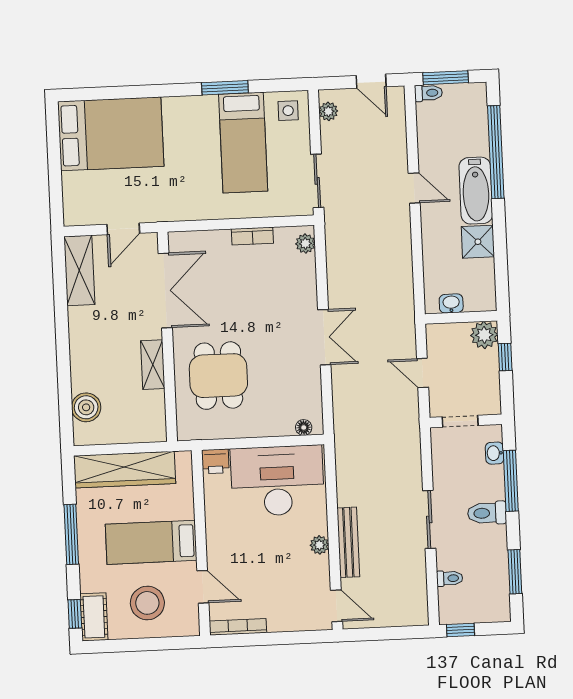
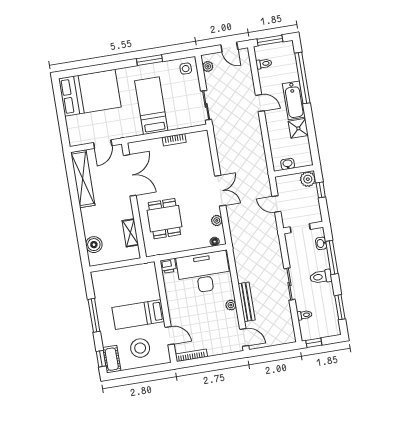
toilet: (428, 93) -> (264, 64), moved
bed: (243, 143) -> (151, 106), moved, turned 180
plant: (305, 244) -> (217, 220), moved
shelving: (79, 270) -> (83, 179), width x1.47
shelving: (153, 365) -> (130, 233), moved
wardrobe: (125, 470) -> (119, 276), removed

